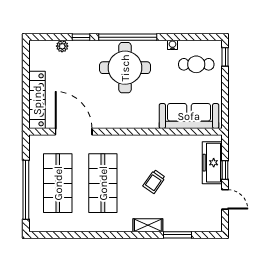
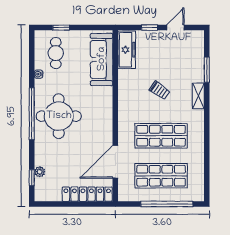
window: (81, 37) -> (32, 178), moved
window: (225, 57) -> (61, 28), moved
freezer: (212, 163) -> (127, 50), moved, turned -90

